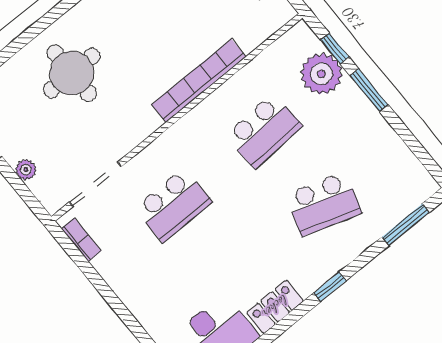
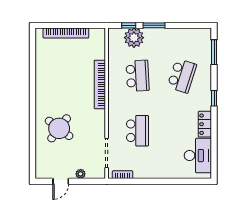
round table: (72, 73) -> (59, 128), turned 37

